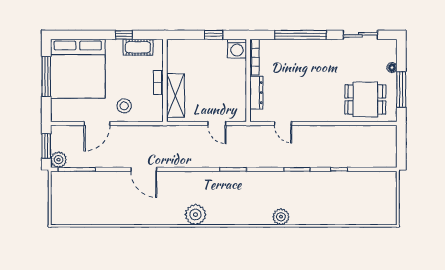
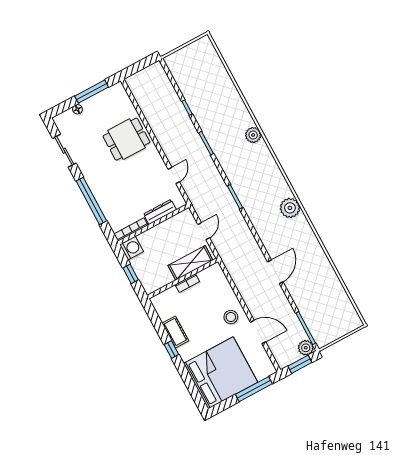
window: (46, 76) -> (254, 389), moved
wall: (165, 80) -> (183, 279), moved
bookcase: (158, 82) -> (187, 283), moved
shelving: (176, 96) -> (190, 263), moved
dining table: (365, 99) -> (126, 139), moved, turned 90

